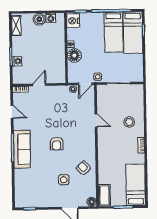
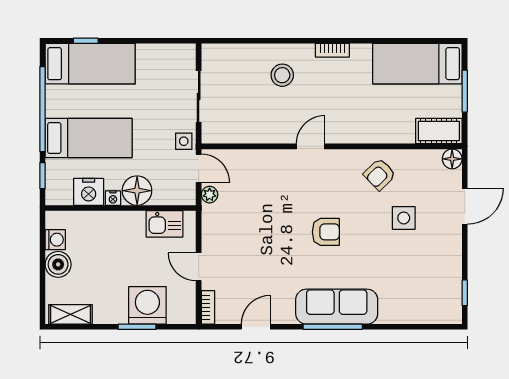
nightstand: (73, 21) -> (89, 192), moved
bed: (114, 32) -> (89, 138), moved
washing machine: (17, 61) -> (147, 305), width x1.89, depth x1.89
kitchen sink: (59, 68) -> (165, 224), added
door: (96, 120) -> (310, 146), moved

